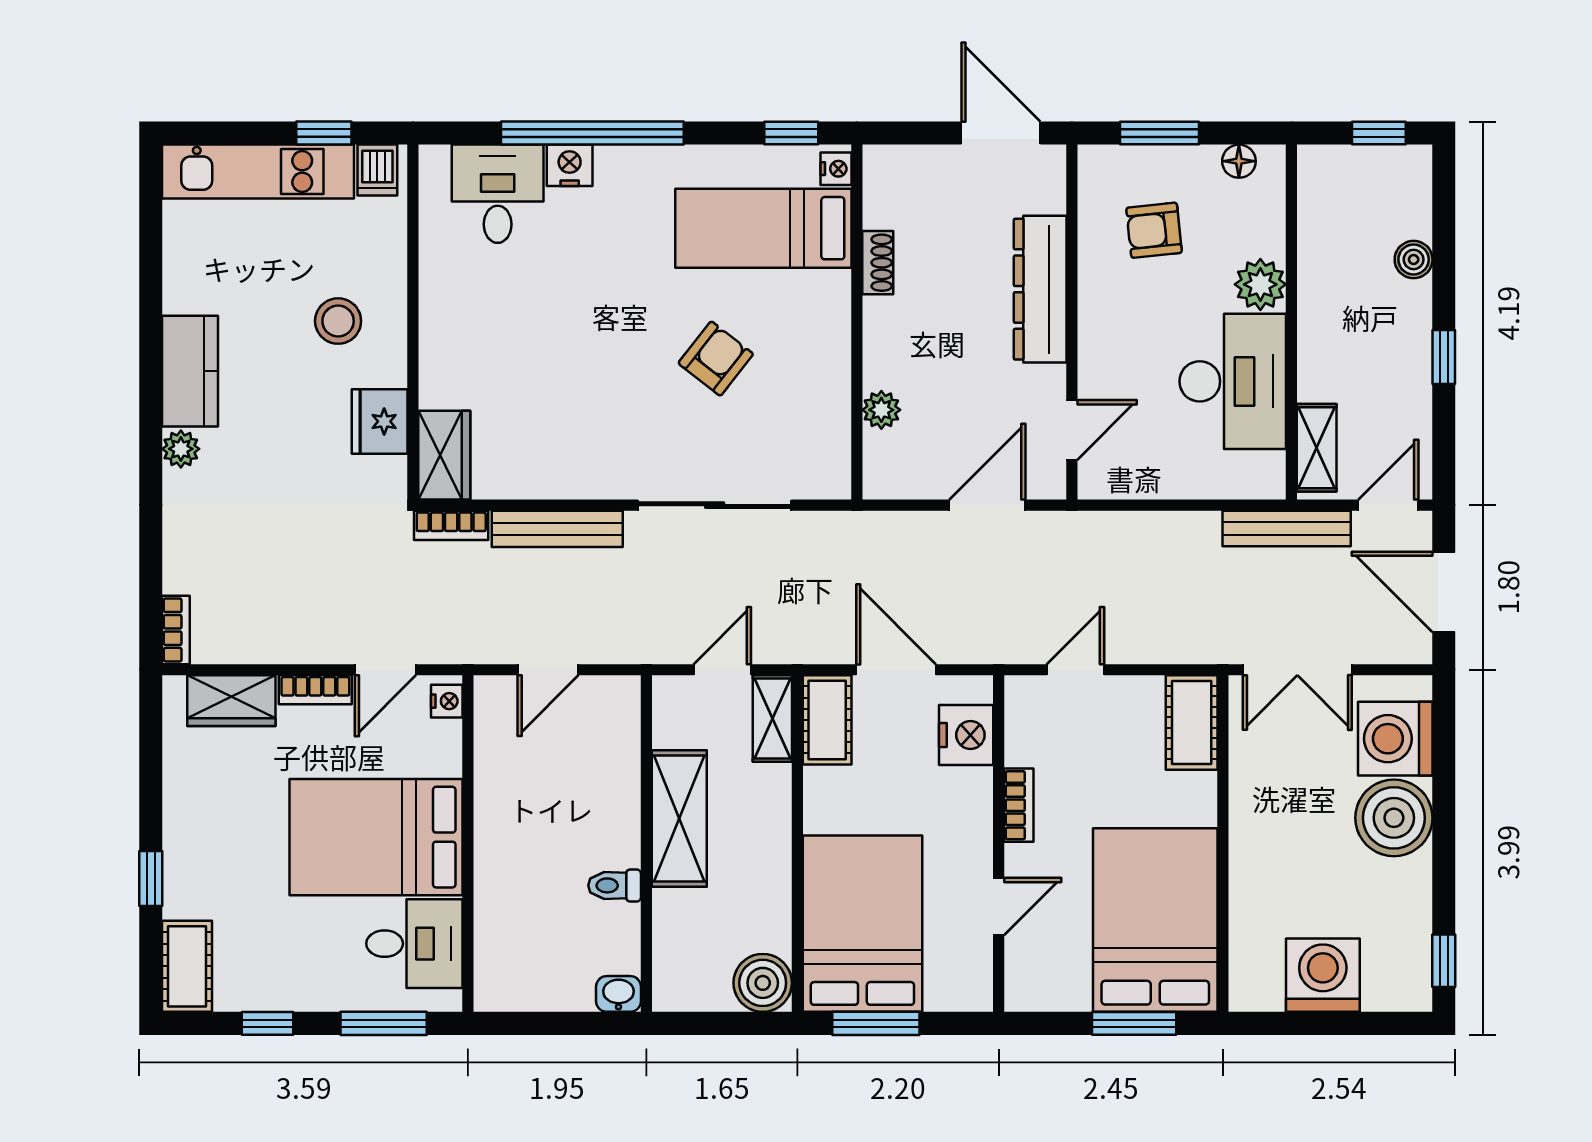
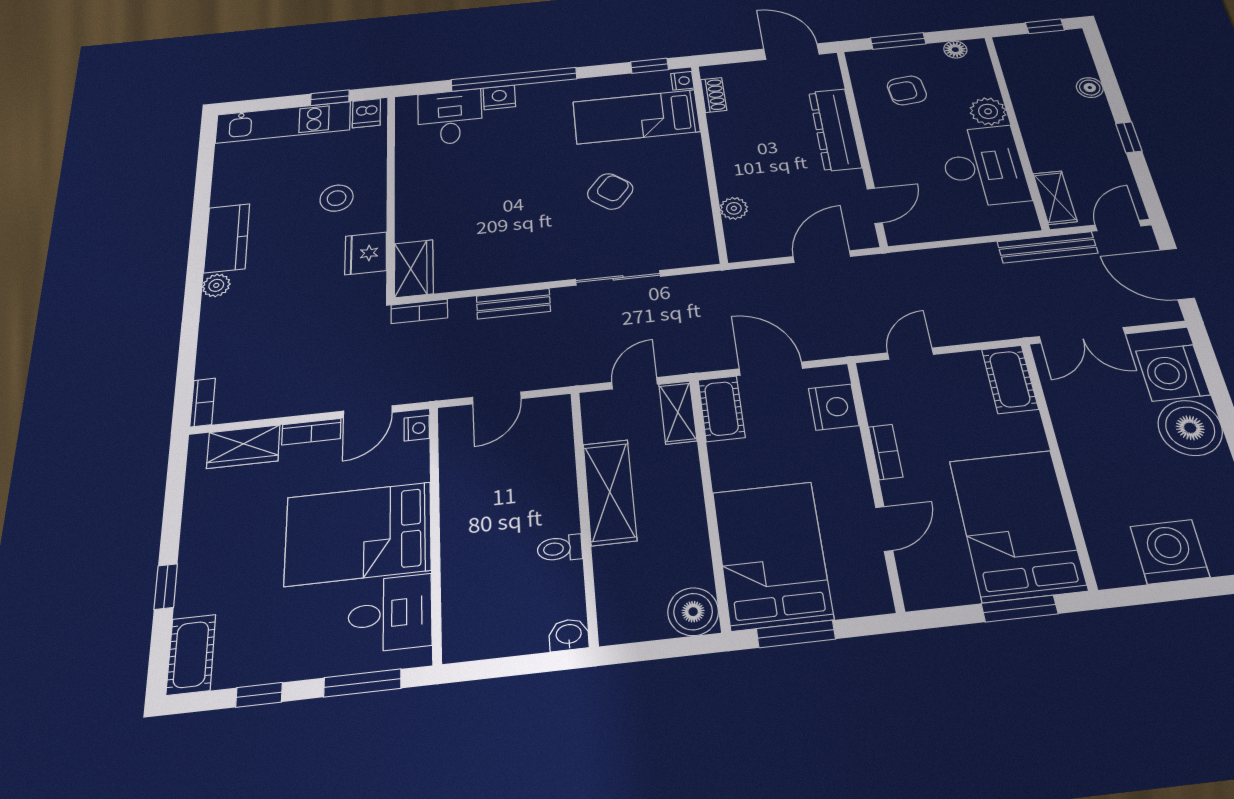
shoe rack: (878, 263) -> (714, 95), moved
sliding door: (715, 505) -> (618, 278), width x0.73
bench: (557, 529) -> (513, 304), width x0.73

